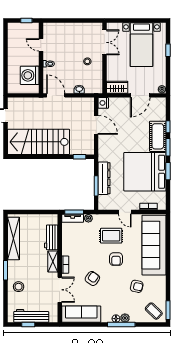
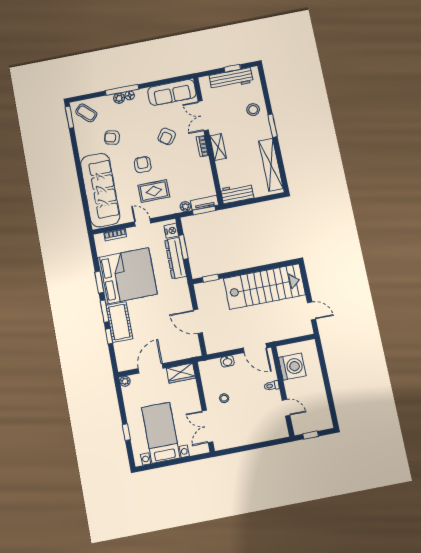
nightstand: (103, 103) -> (171, 231), moved
workbench: (51, 237) -> (237, 193), moved, turned -90

